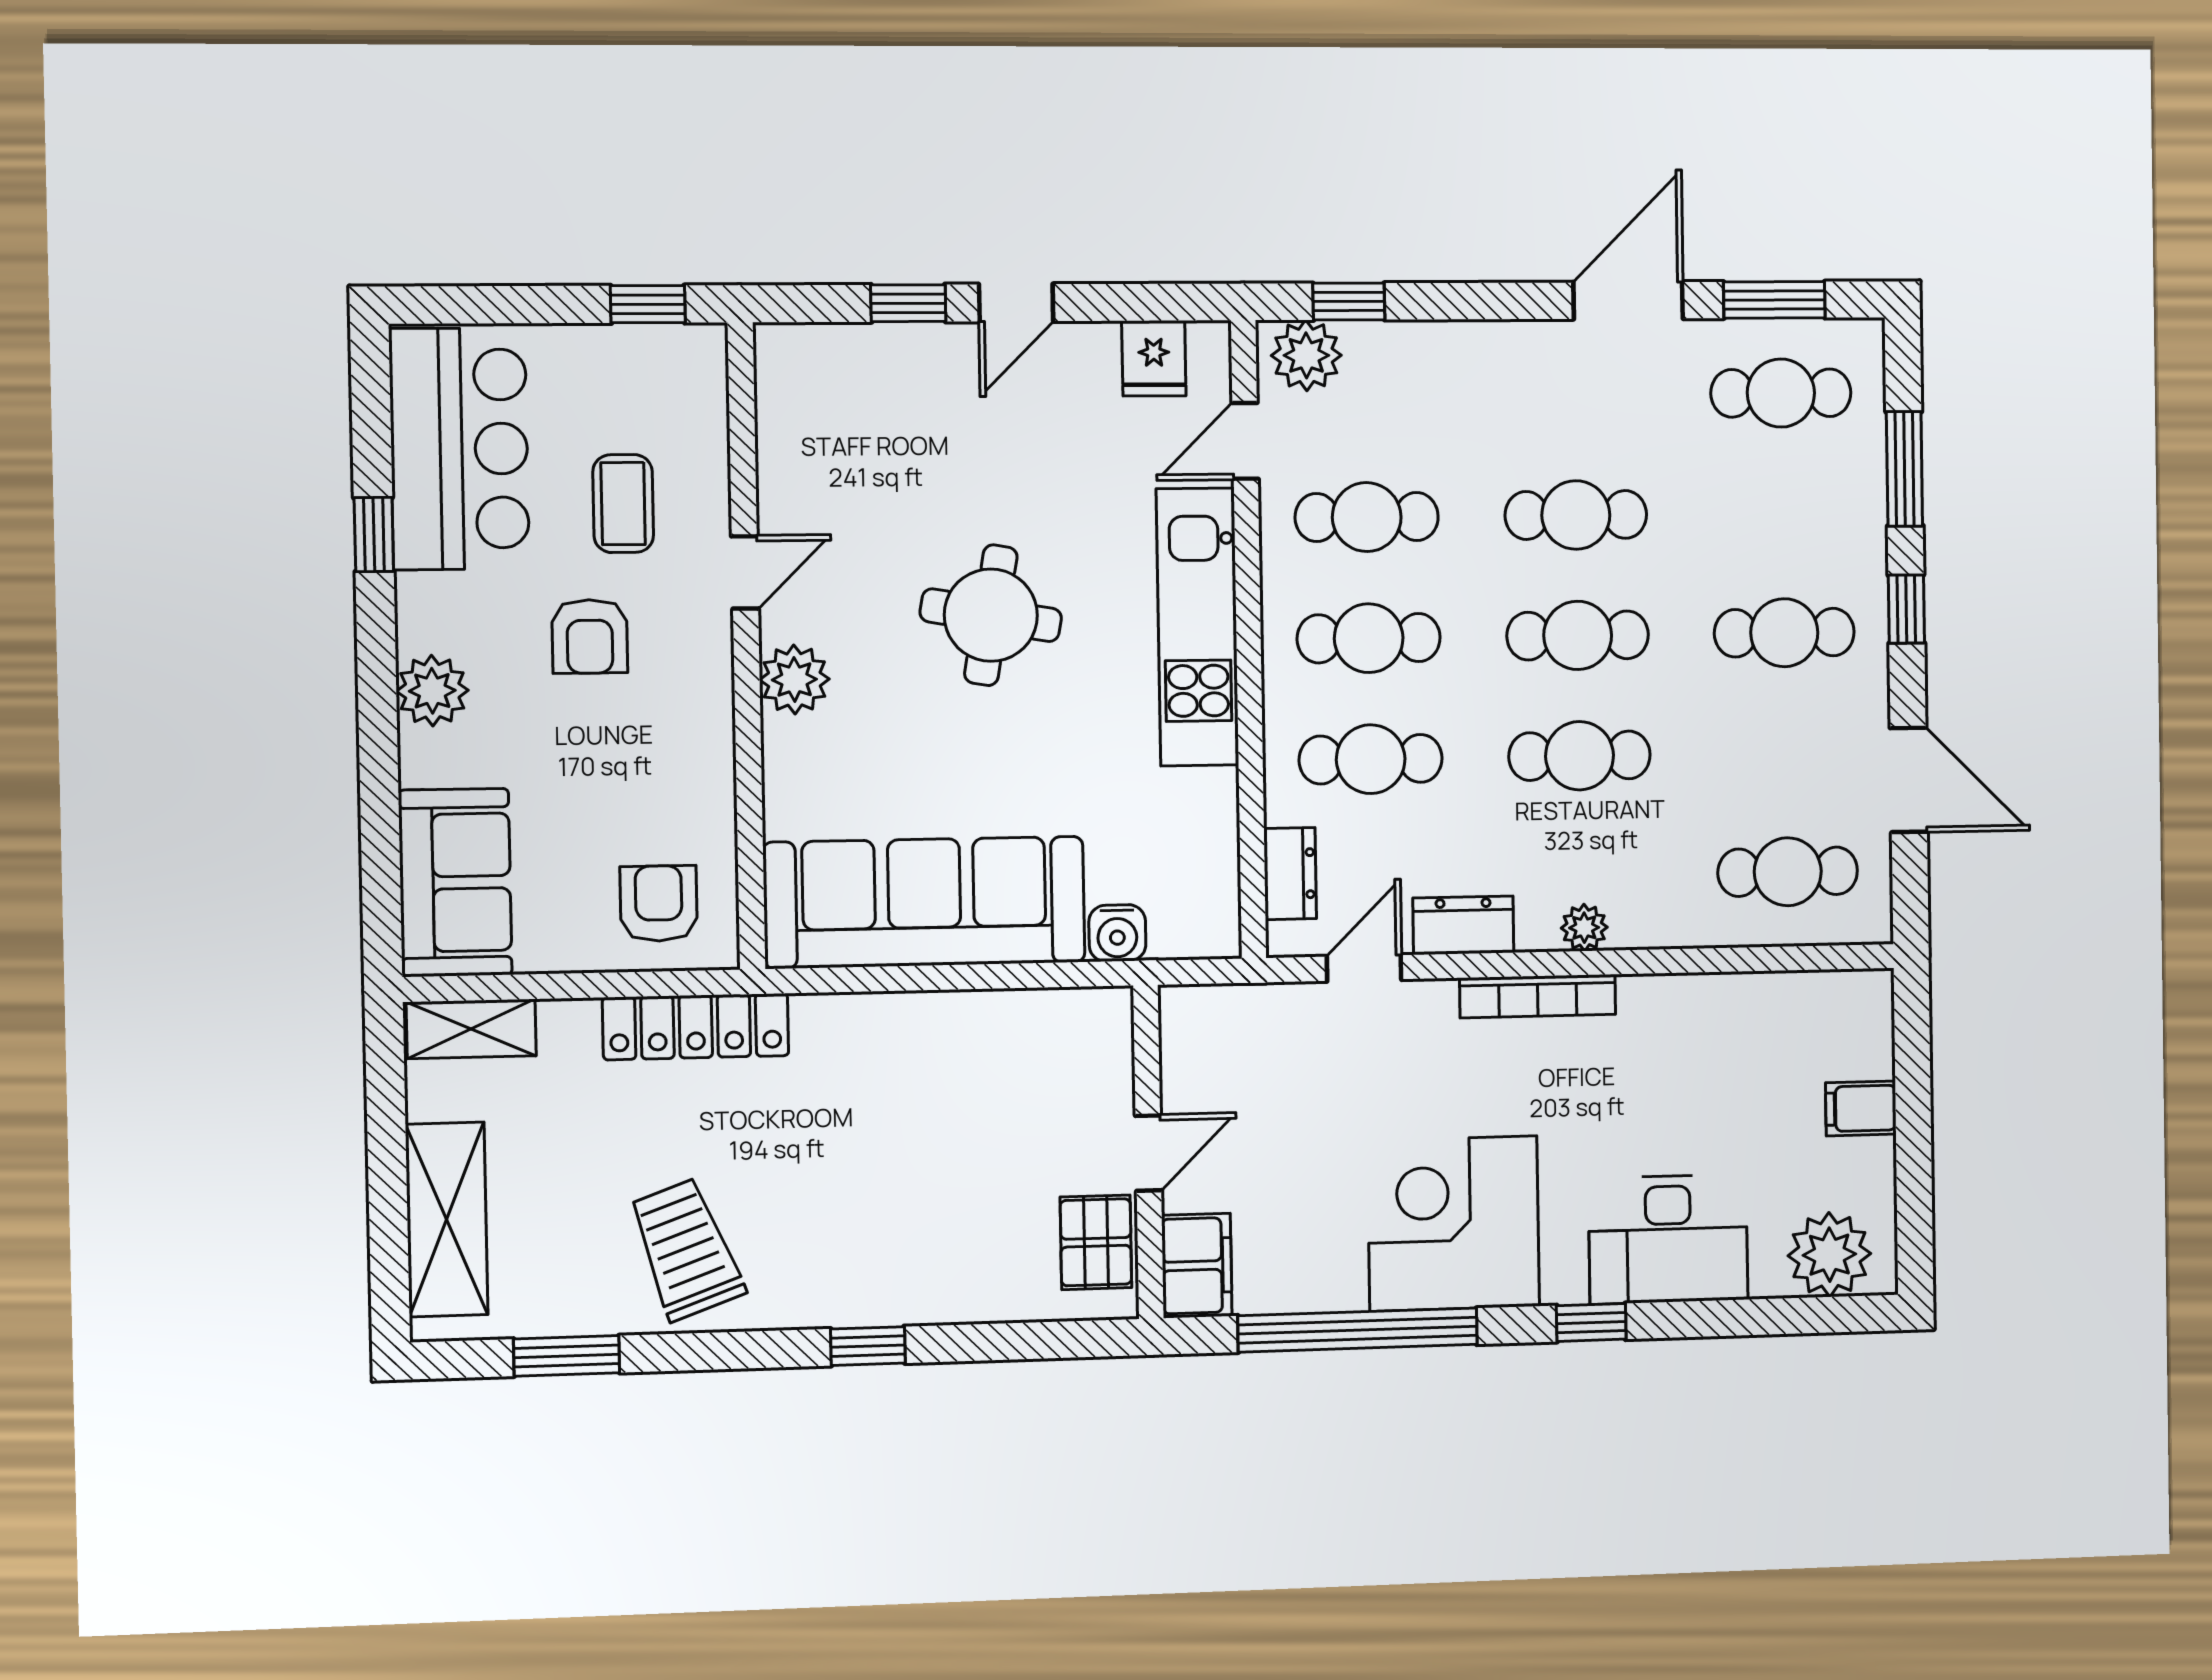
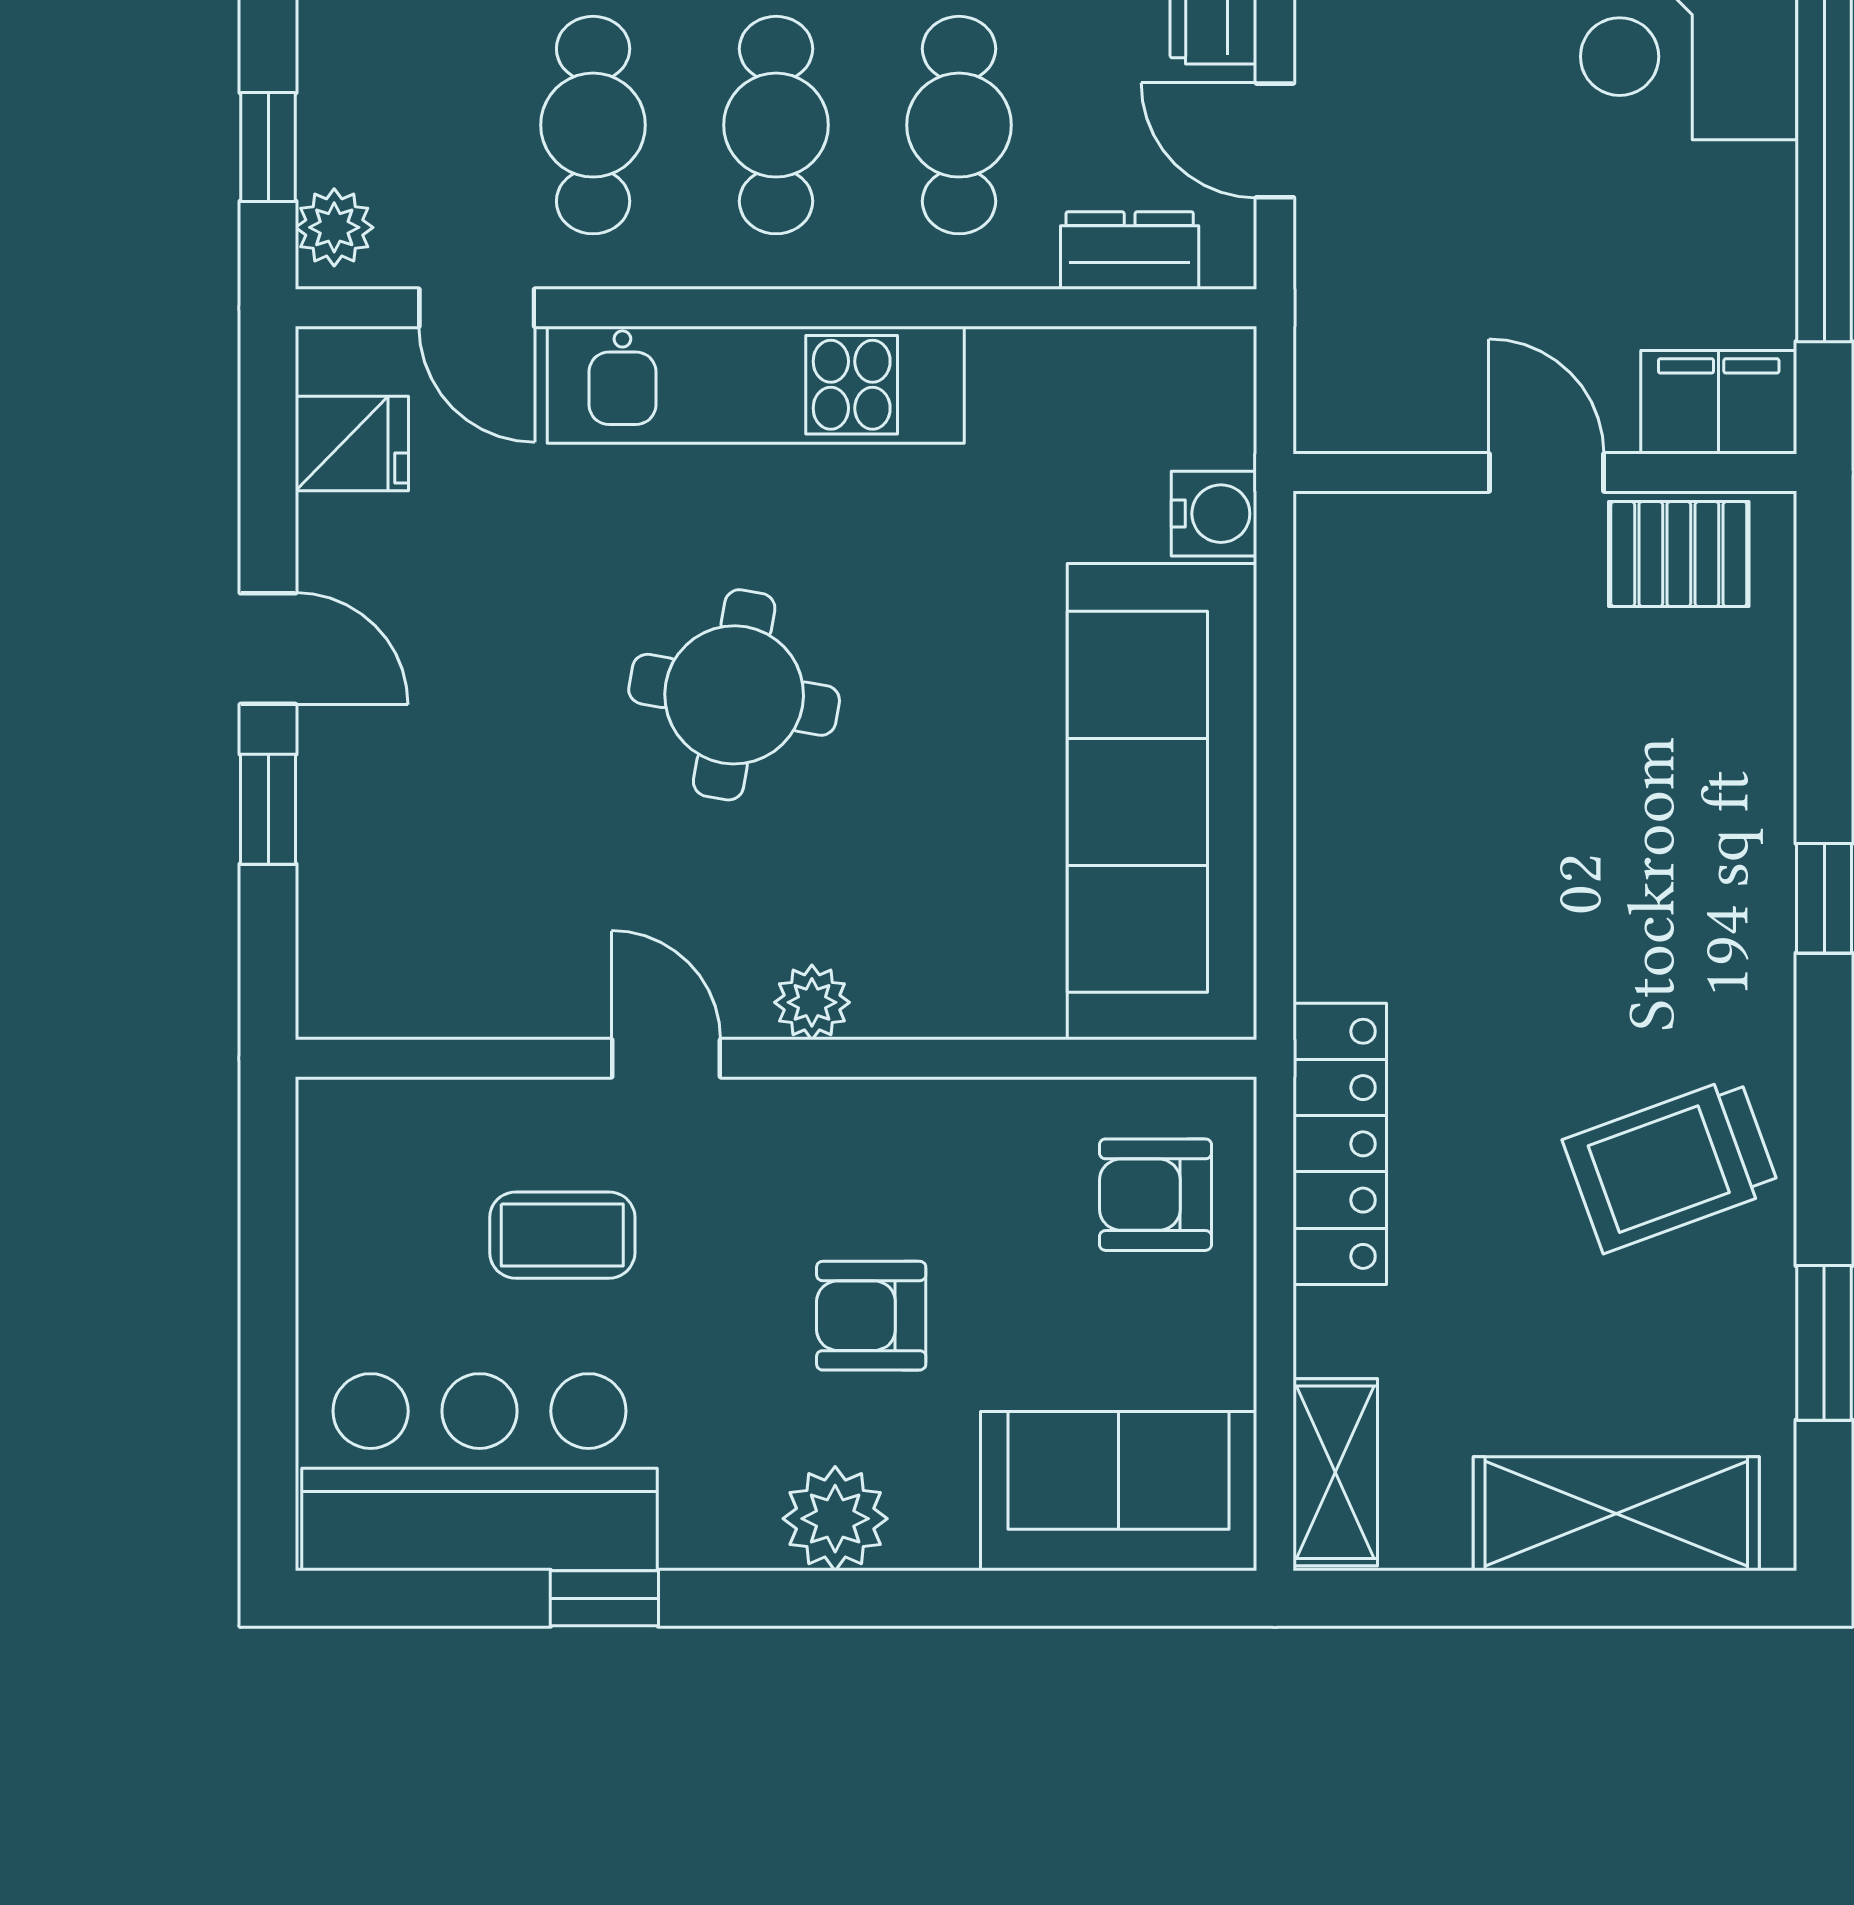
window: (648, 304) -> (268, 1193), removed
plant: (1306, 355) -> (334, 227), width x0.73, depth x0.73
armchair: (590, 636) -> (871, 1316), moved, turned 180
plant: (794, 679) -> (812, 1002), width x0.73, depth x0.73

